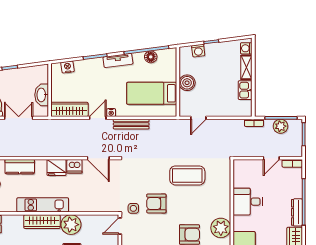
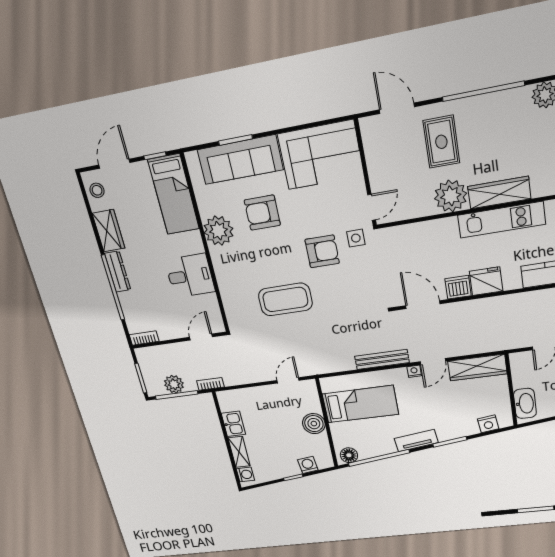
floor lamp: (151, 57) -> (349, 455), moved
washbasin: (42, 95) -> (525, 403), moved
door: (271, 158) -> (201, 337), moved

